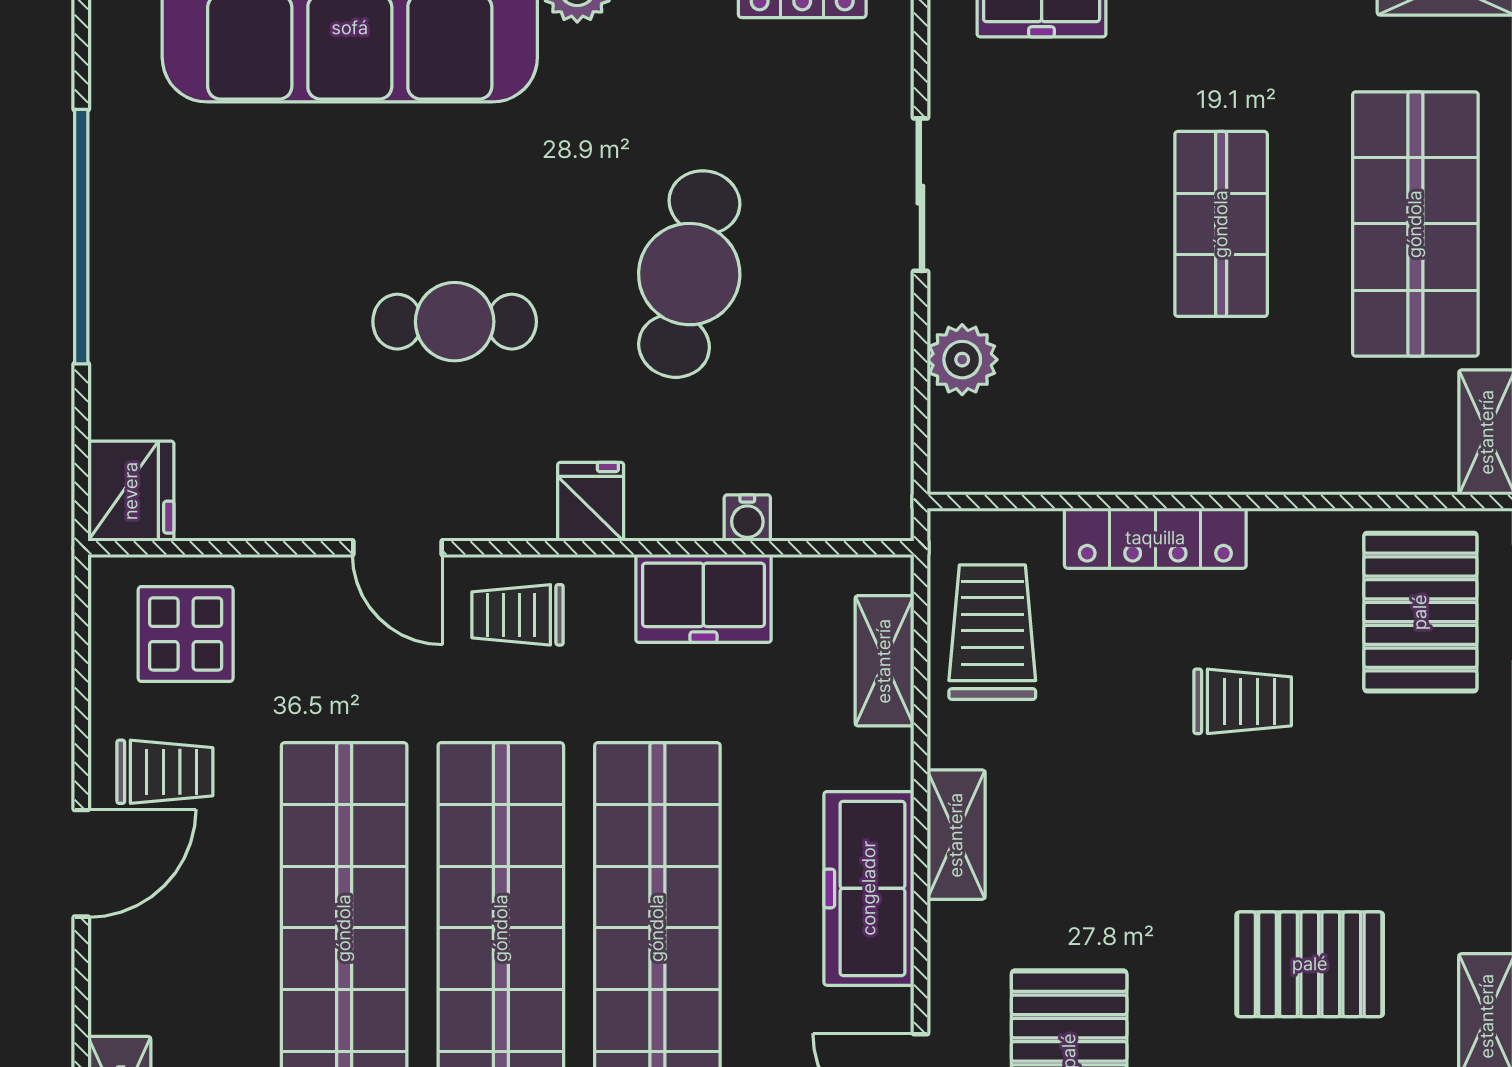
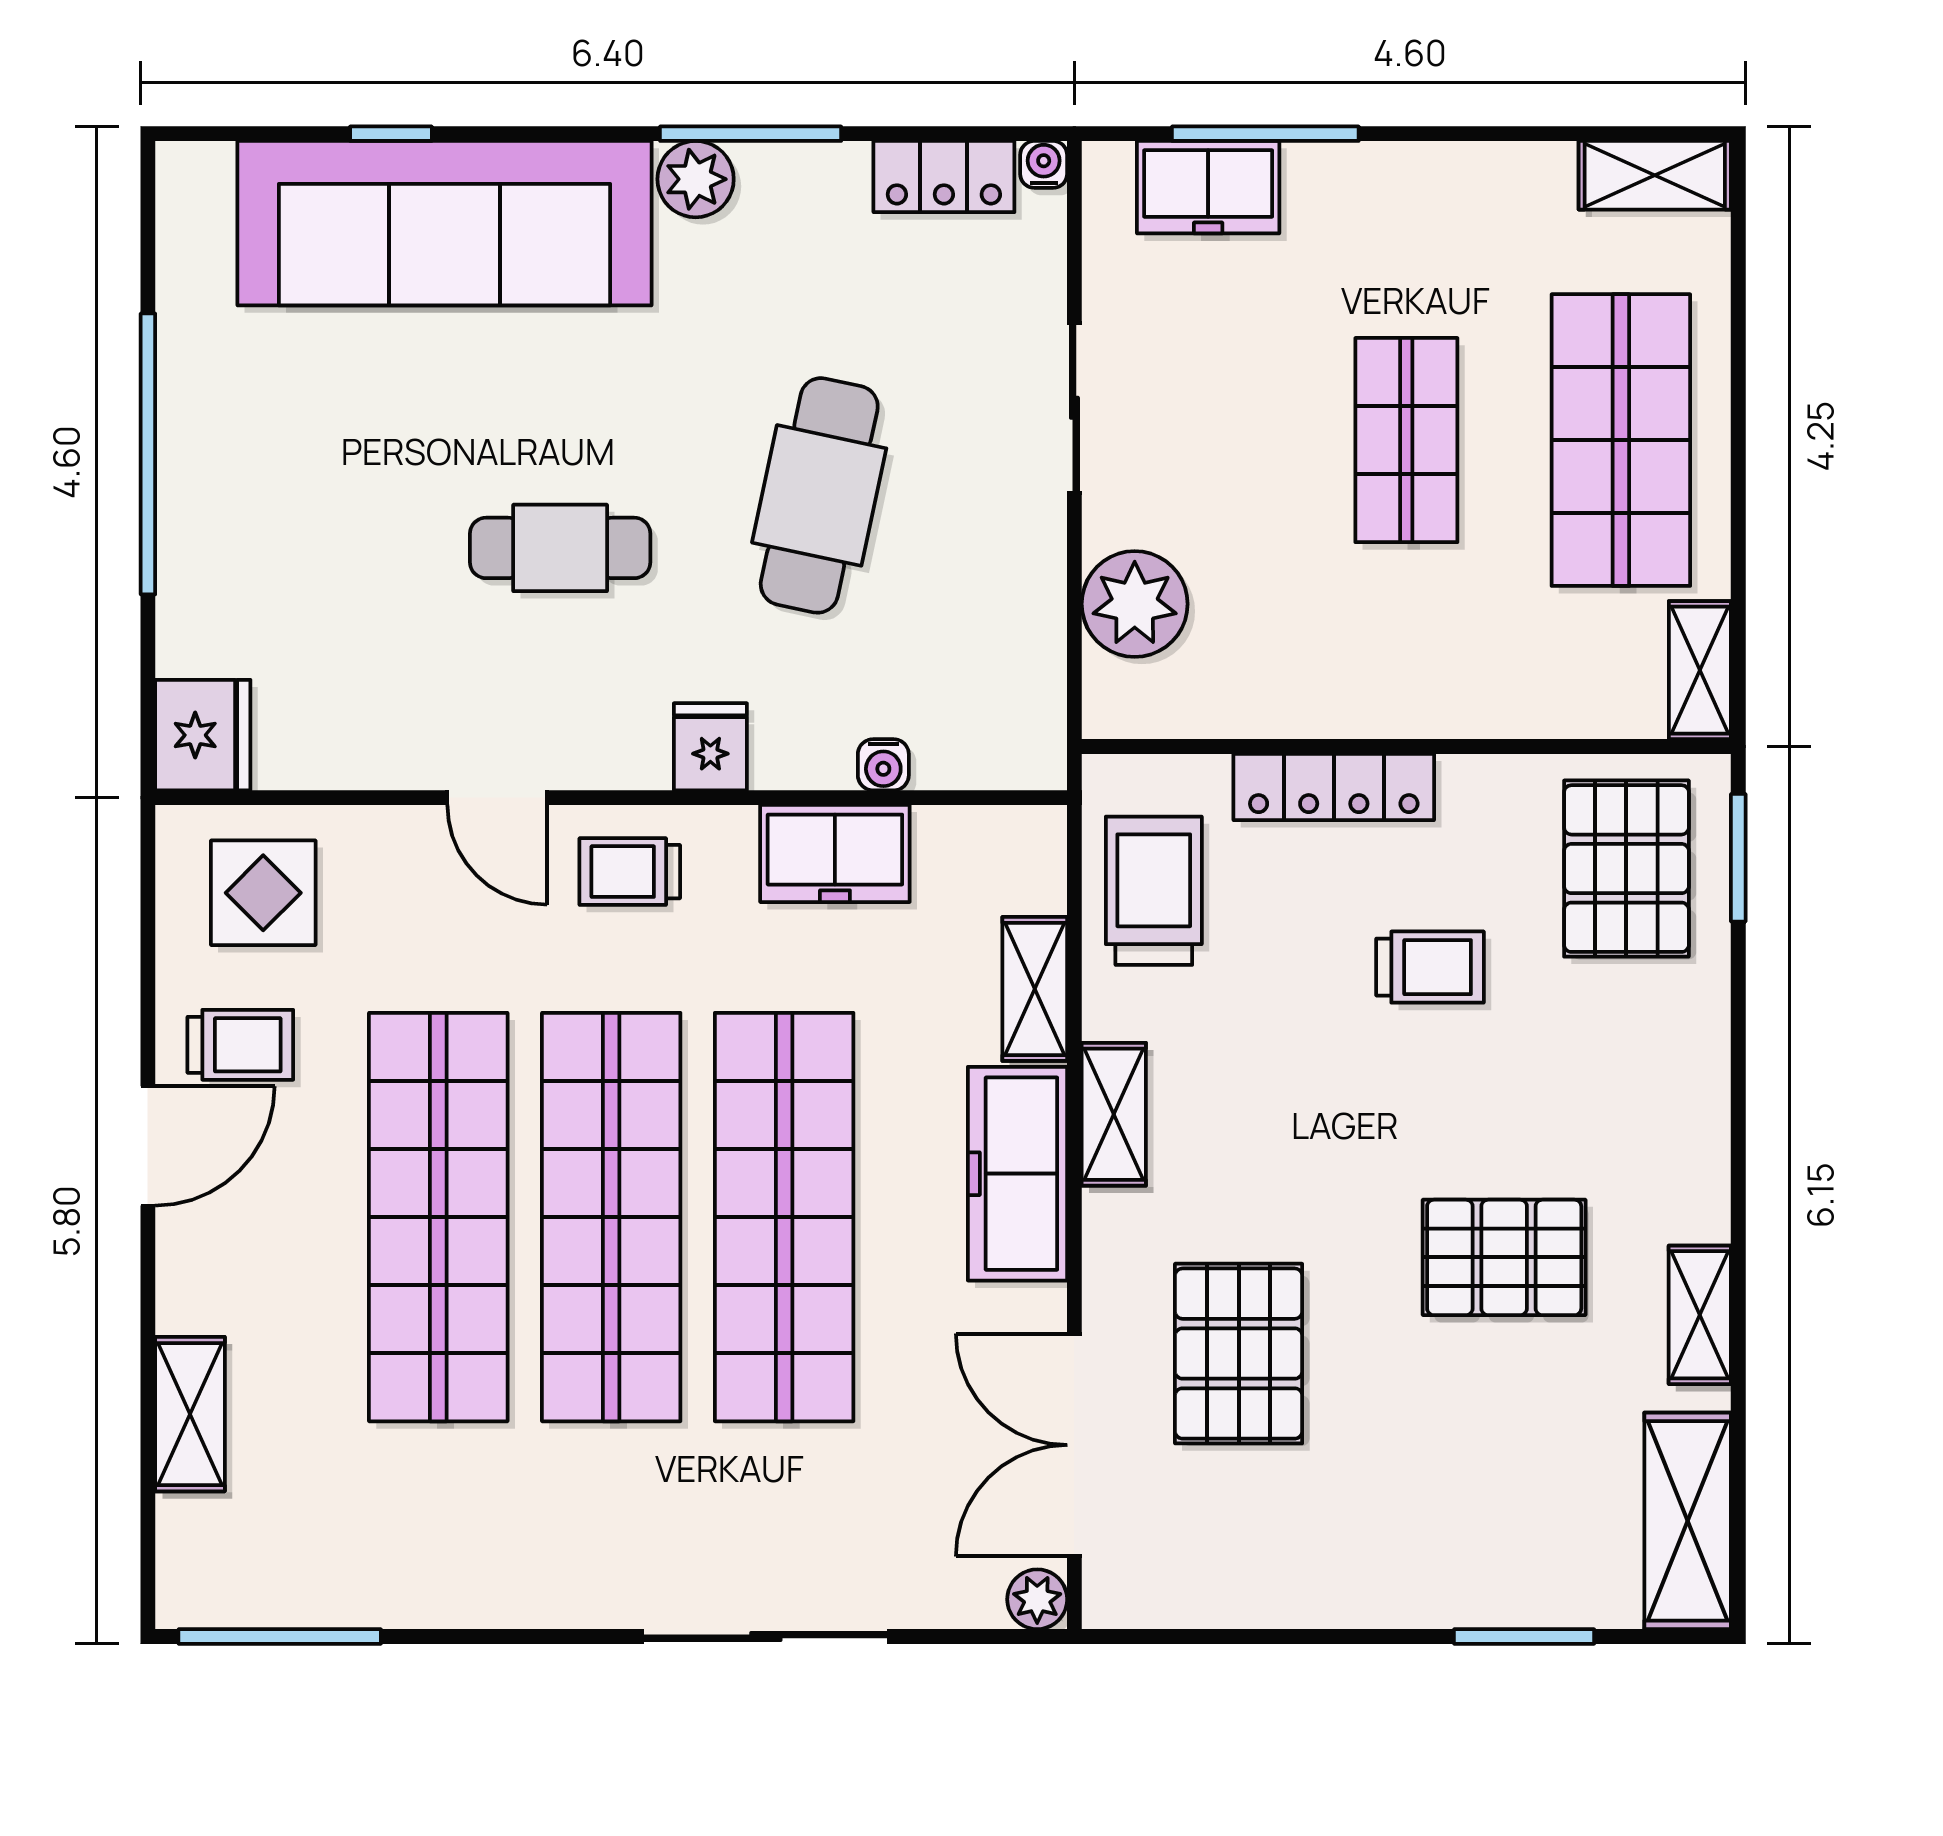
plant: (962, 360) -> (1135, 604), width x1.36, depth x1.36
shelving: (884, 661) -> (1035, 989), moved

